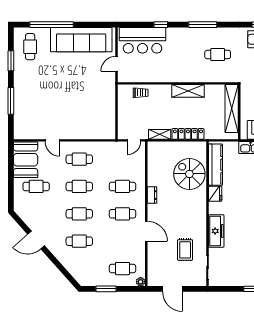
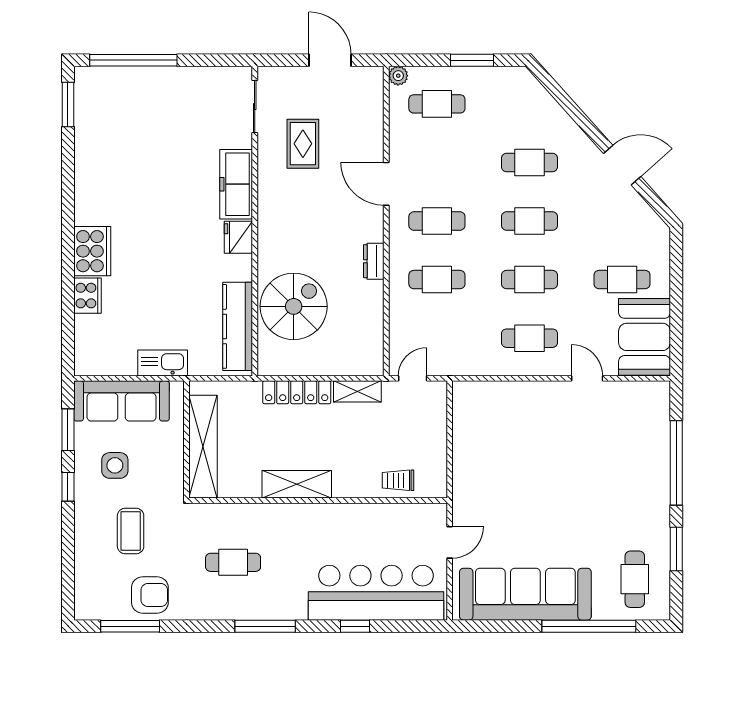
bar counter: (143, 40) -> (376, 593), width x1.36
window: (11, 101) -> (676, 463), width x1.46
spiral stairs: (189, 174) -> (294, 306), turned -90
fridge: (215, 194) -> (238, 237), moved

